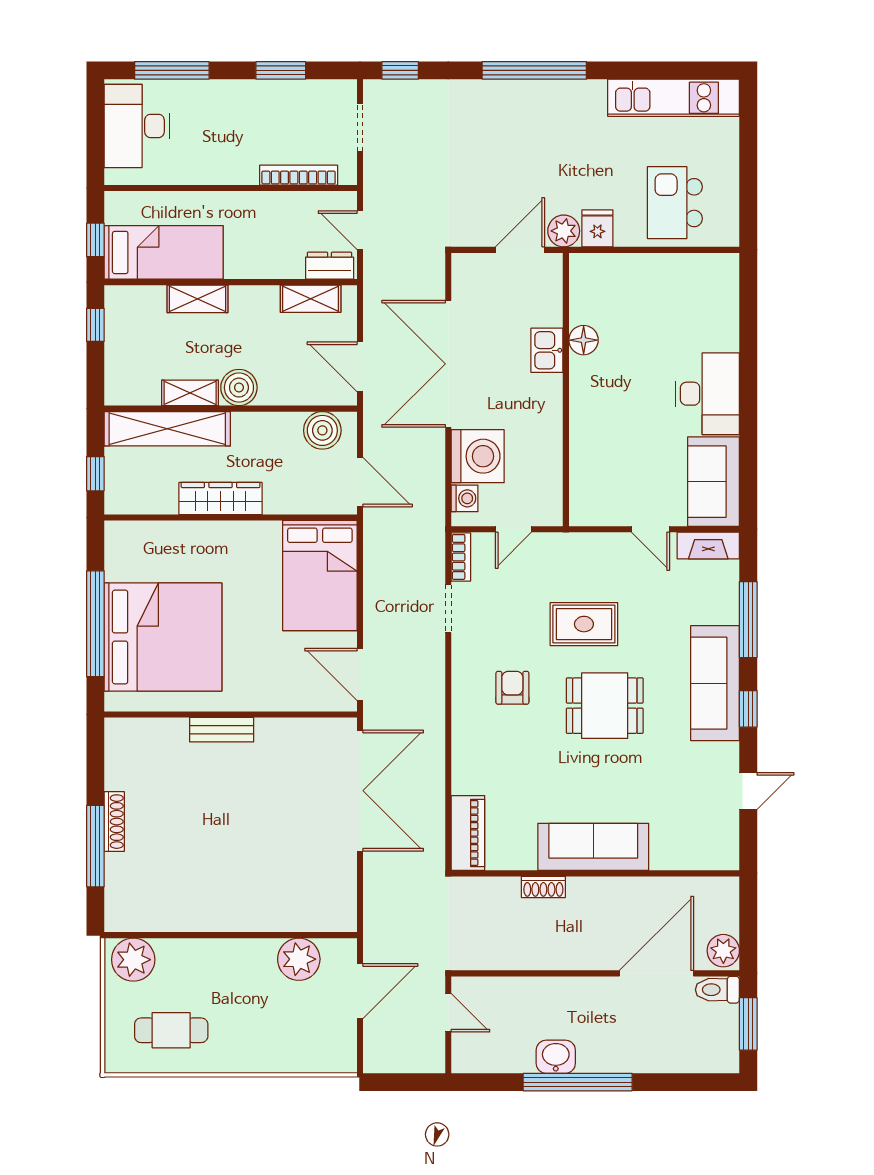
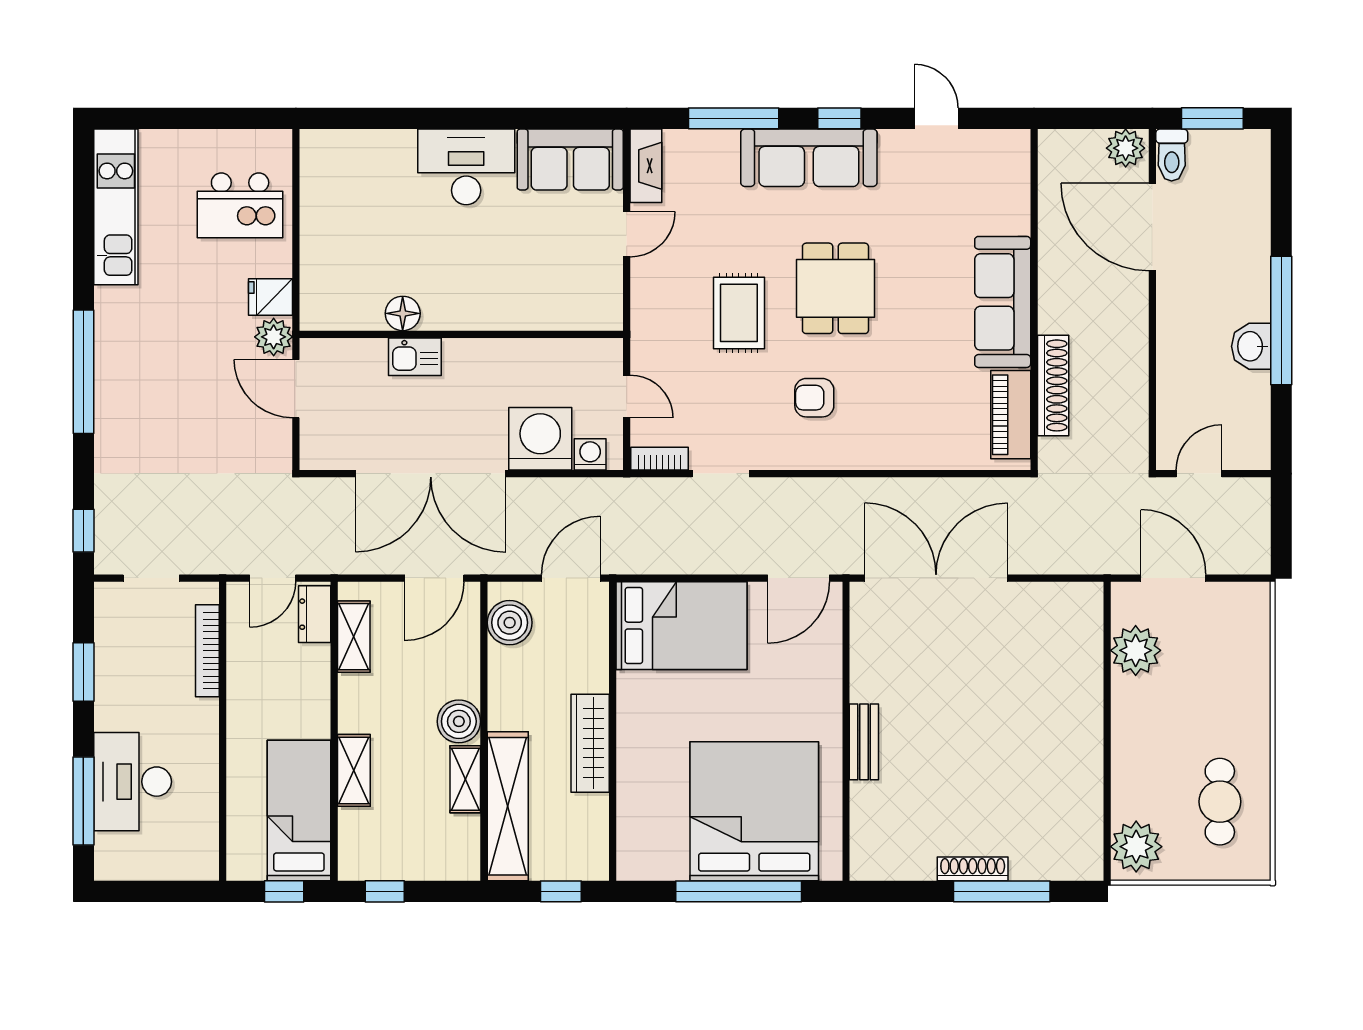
desk: (137, 126) -> (133, 782), moved, turned 90
piano: (468, 833) -> (1011, 415), moved, turned -90
shoe rack: (543, 887) -> (1053, 385), width x1.94, depth x1.24

